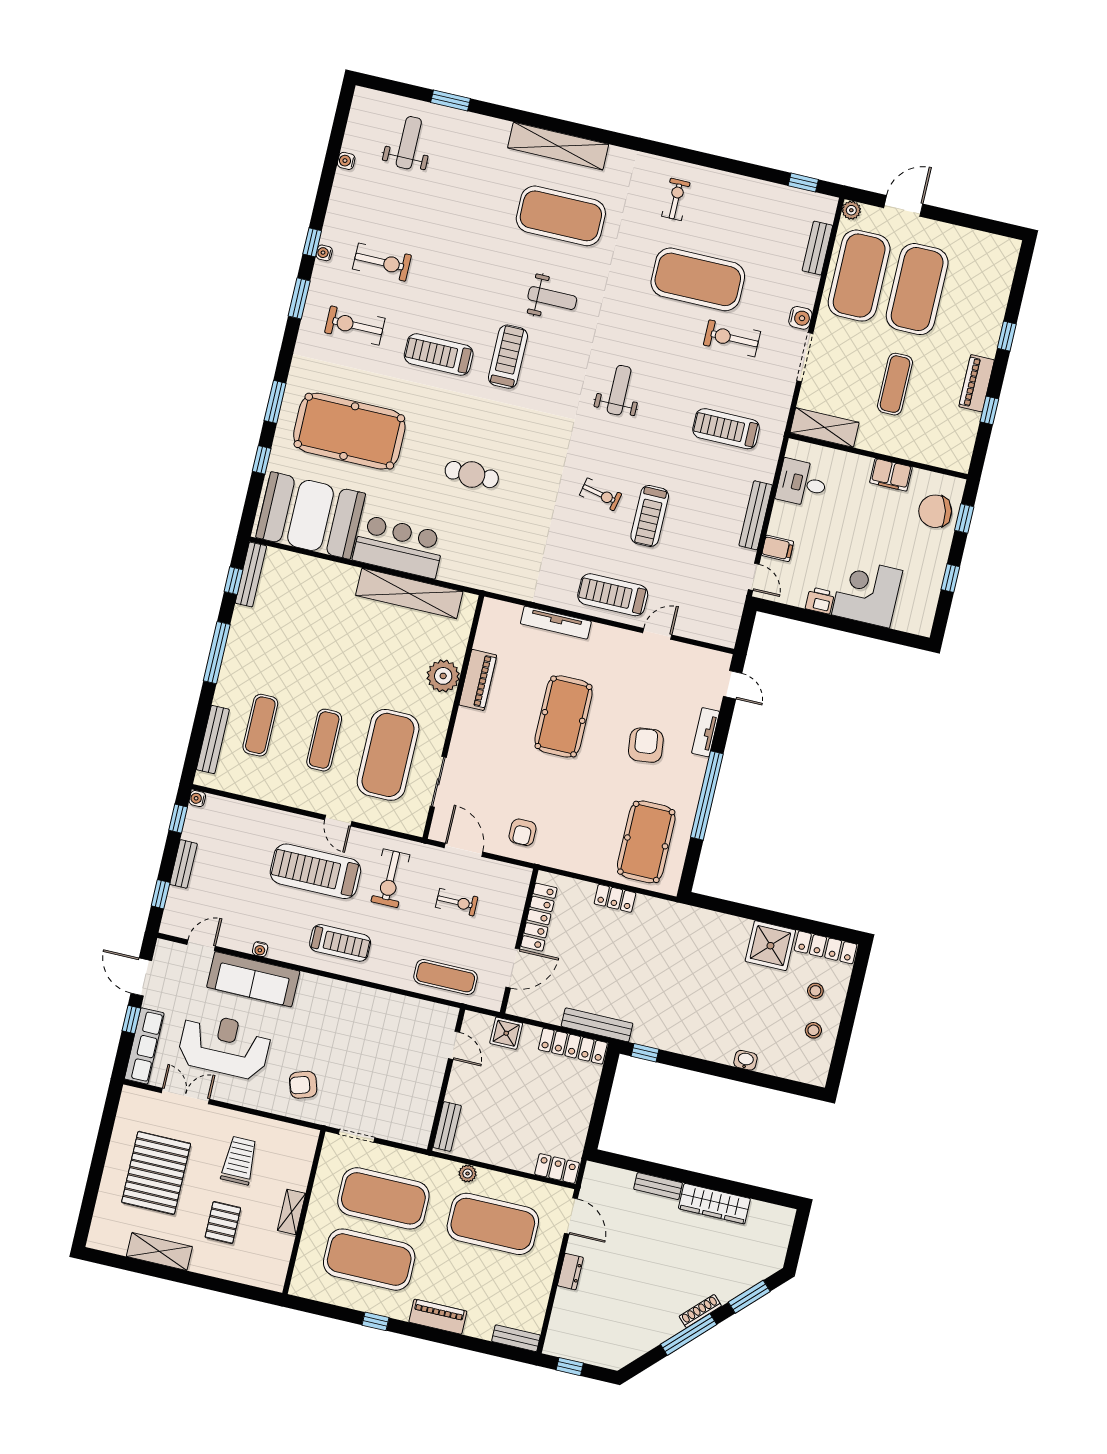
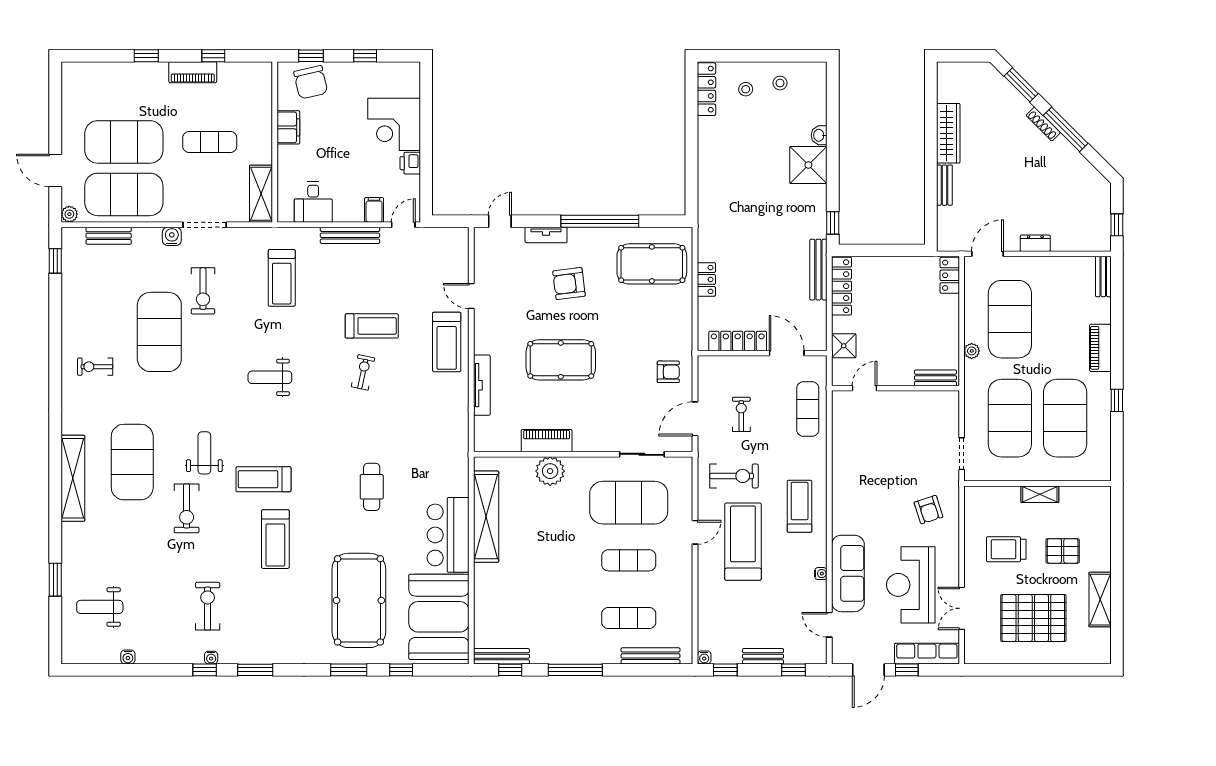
exercise bike: (355, 325) -> (187, 508), moved
treadmill: (315, 871) -> (743, 542), turned 180
shower: (770, 946) -> (808, 165), moved

